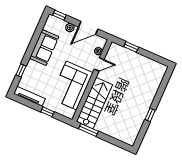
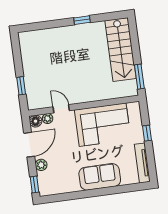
door: (88, 28) -> (29, 145), hinge flipped
floor lamp: (102, 42) -> (36, 121), added
sofa: (44, 47) -> (100, 177), moved
window: (21, 70) -> (120, 189), removed
stairs: (94, 103) -> (120, 50), moved, turned -90

